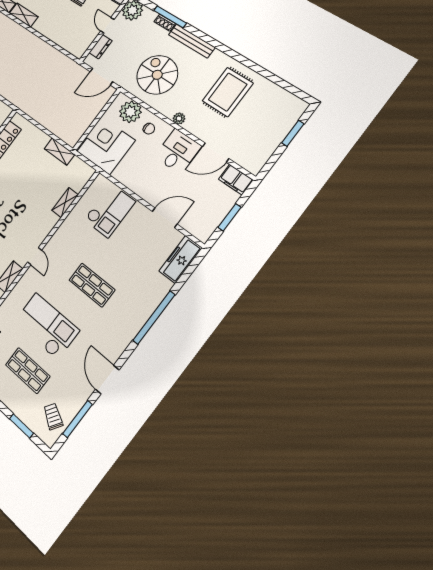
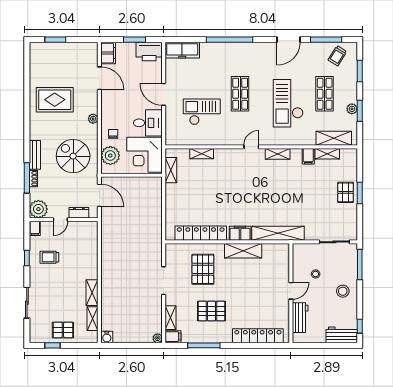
bench: (192, 41) -> (35, 155), width x0.73
spiral stairs: (157, 75) -> (73, 156), turned 90
desk: (178, 151) -> (148, 123), moved, turned 180
shelving: (59, 152) -> (171, 170), moved
checkout: (110, 211) -> (202, 112), moved
door: (165, 218) -> (164, 94), moved
printer: (205, 224) -> (149, 52), added

